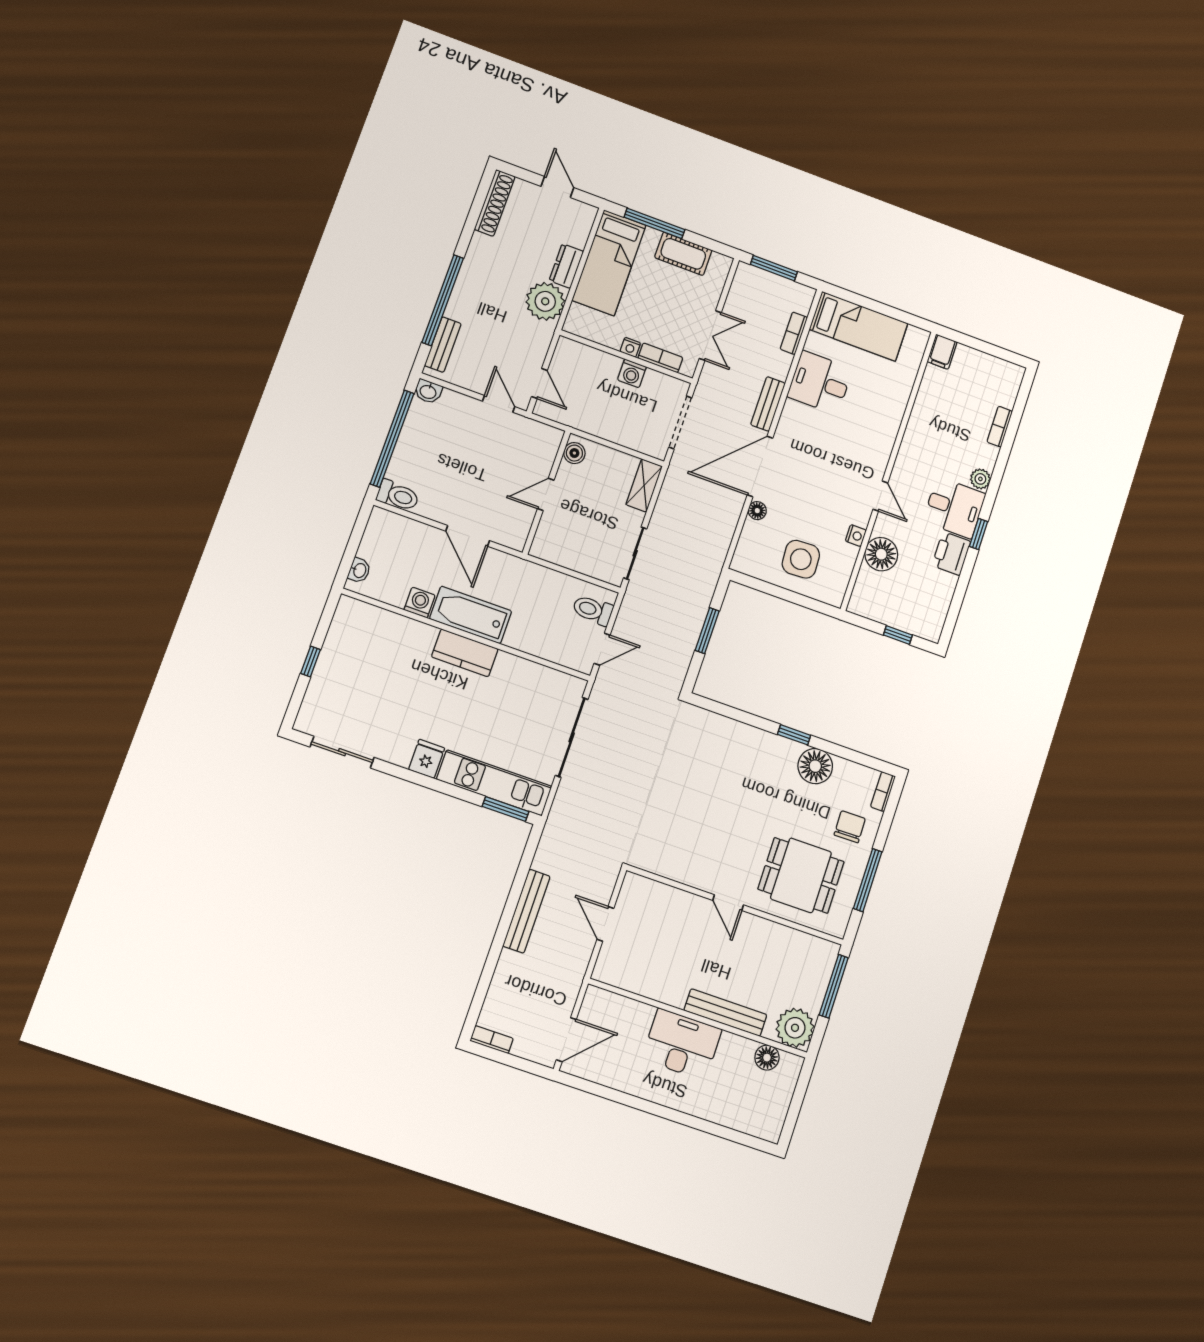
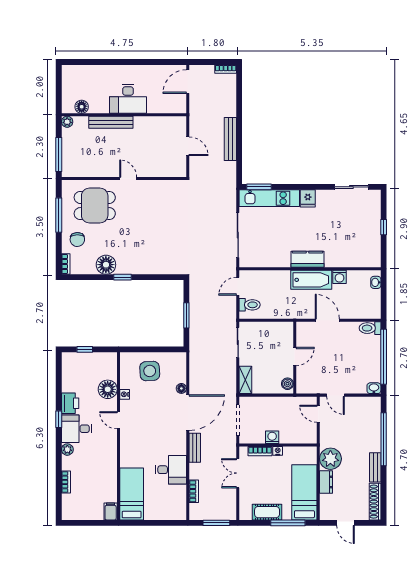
bed: (859, 326) -> (132, 494), moved, turned 90
bench: (443, 345) -> (375, 467), moved
plant: (795, 1028) -> (67, 122), width x0.53, depth x0.53

